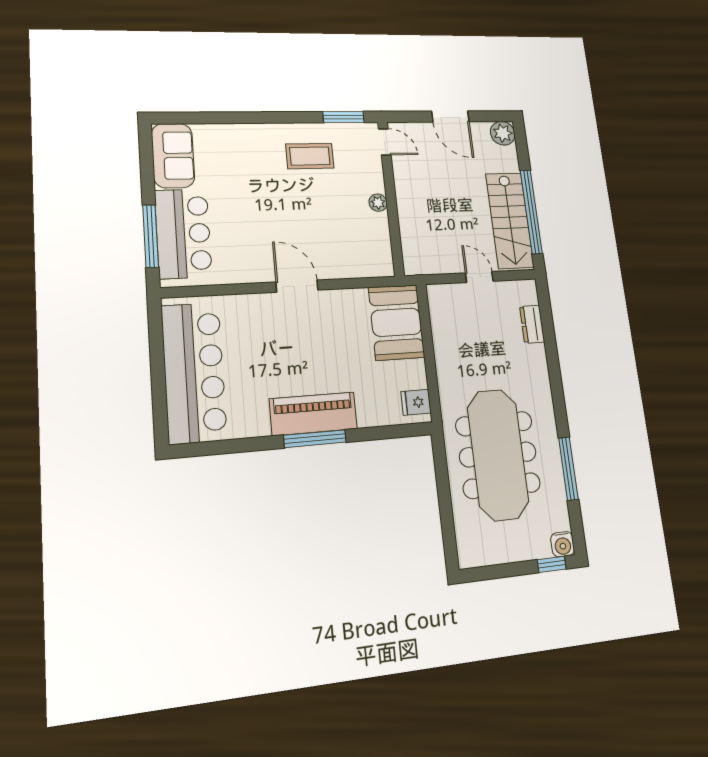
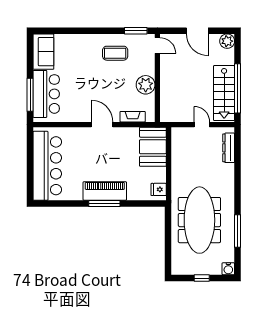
plant: (378, 203) -> (146, 85), width x1.87, depth x1.87
fireplace: (353, 269) -> (133, 117), added
dresser: (532, 324) -> (229, 148), width x1.44
window: (552, 564) -> (202, 278), moved

